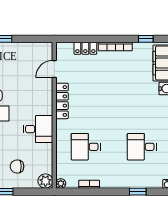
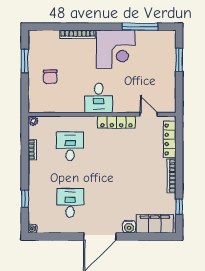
locker: (85, 48) -> (170, 139), width x1.53
desk: (38, 129) -> (99, 98), moved
chair: (17, 166) -> (50, 77), turned 180
plant: (45, 181) -> (35, 105), removed

